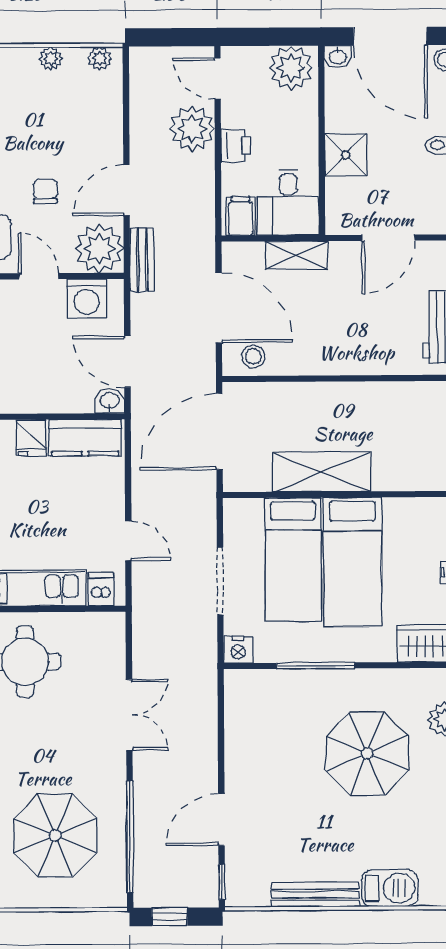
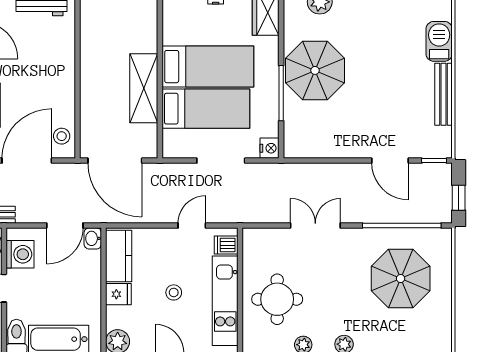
stool: (34, 516) -> (174, 292), added
parasol: (367, 753) -> (315, 70), moved

